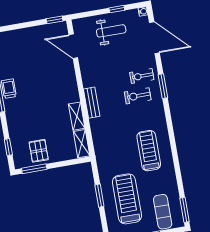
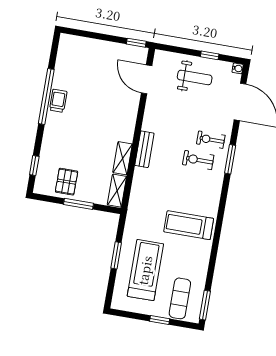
treadmill: (149, 151) -> (189, 225), turned -90
window: (34, 169) -> (79, 204), moved

